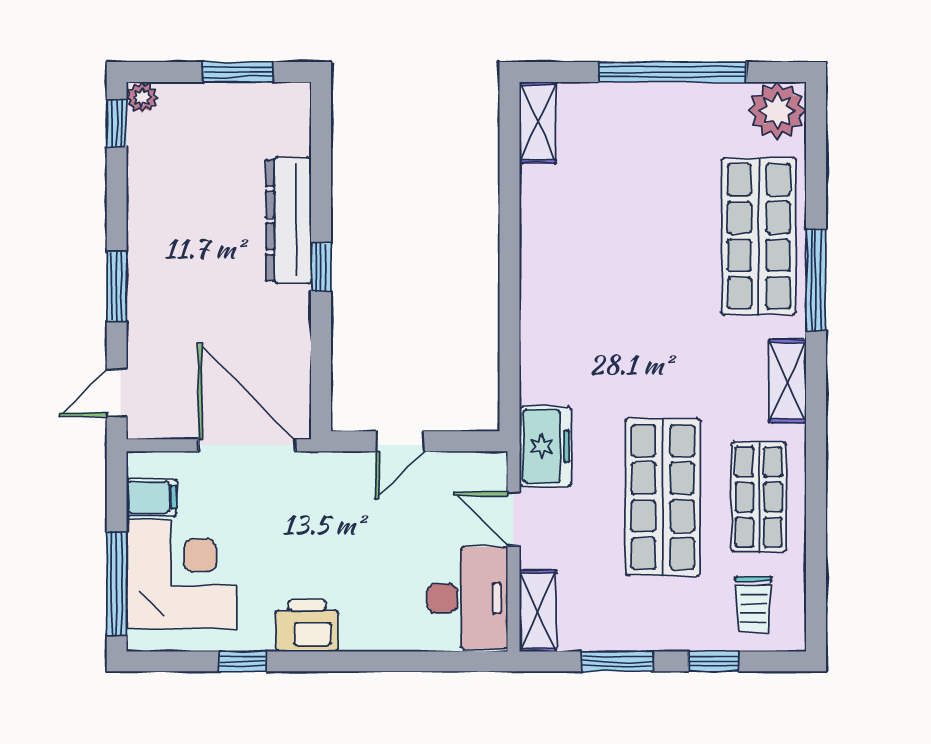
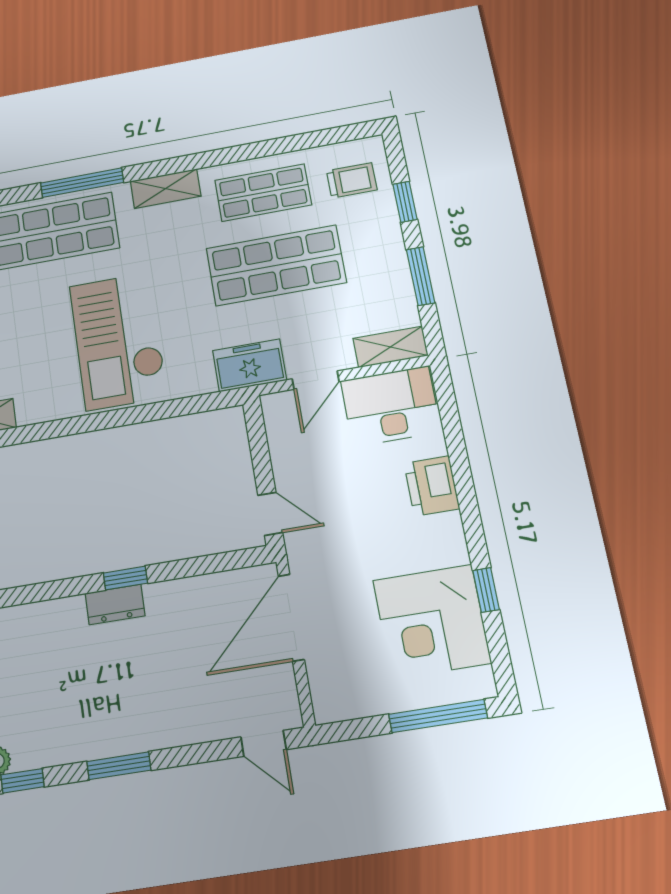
dresser: (289, 220) -> (115, 604), width x0.51, depth x0.80
window: (117, 286) -> (119, 766), moved
checkout: (604, 297) -> (118, 341), added
door: (400, 441) -> (270, 514), moved
filing cabinet: (152, 497) -> (353, 696), removed
corner desk: (181, 574) -> (432, 622), moved, turned -90
printer: (307, 626) -> (432, 486), moved

